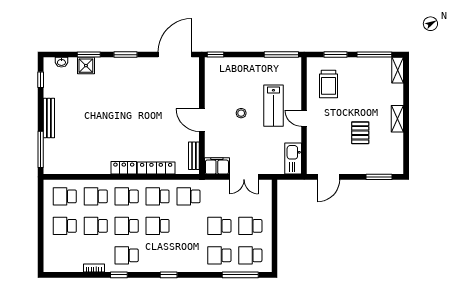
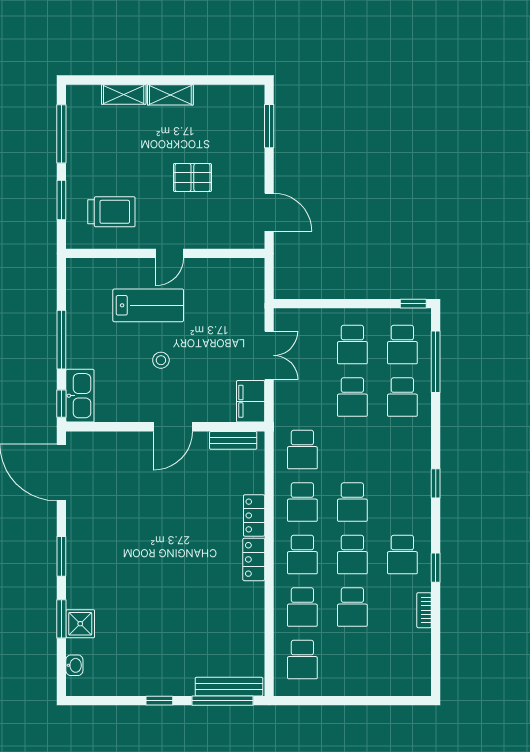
window: (281, 55) -> (61, 340), moved
shelving: (398, 70) -> (124, 94), moved
window: (41, 80) -> (159, 701), moved
bench: (49, 118) -> (229, 687), moved
pallet: (360, 133) -> (192, 177), moved
kitchen sink: (293, 159) -> (80, 396), moved, turned -90
locker: (156, 168) -> (254, 516), width x0.66
school desk: (65, 226) -> (352, 660), removed
window: (274, 262) -> (413, 304), added

